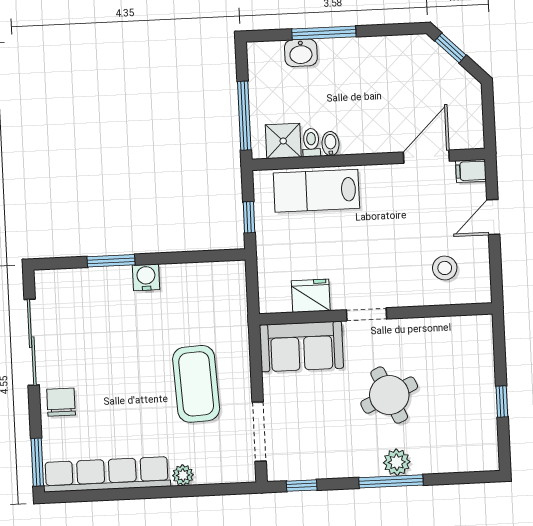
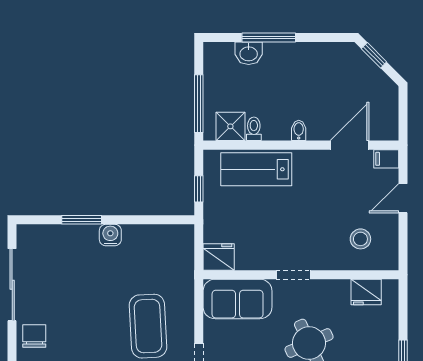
bidet: (330, 144) -> (299, 130), moved
fridge: (311, 296) -> (219, 257), moved
fridge: (455, 331) -> (366, 292), added

